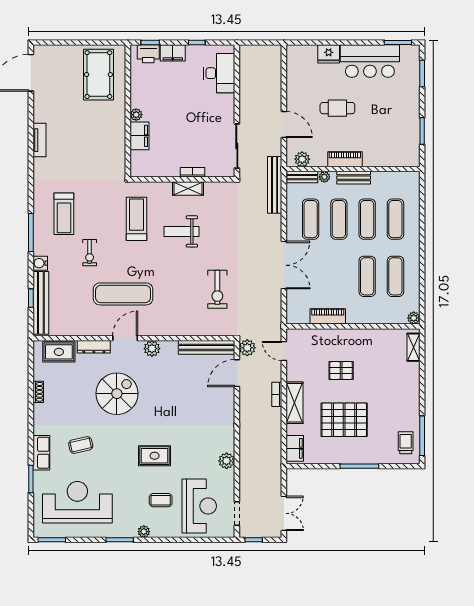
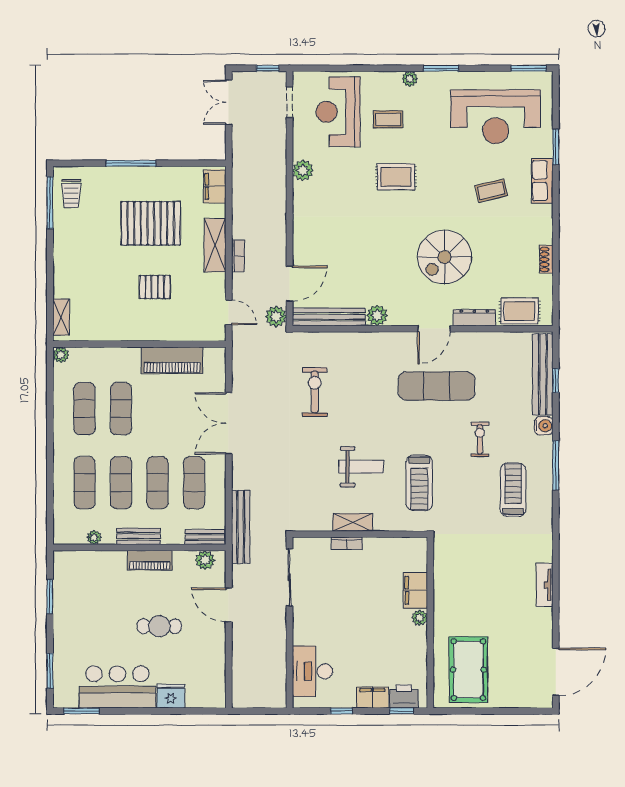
plant: (324, 177) -> (94, 537), moved
piano: (328, 316) -> (172, 360), width x1.37, depth x1.33
plant: (152, 349) -> (377, 315), moved

